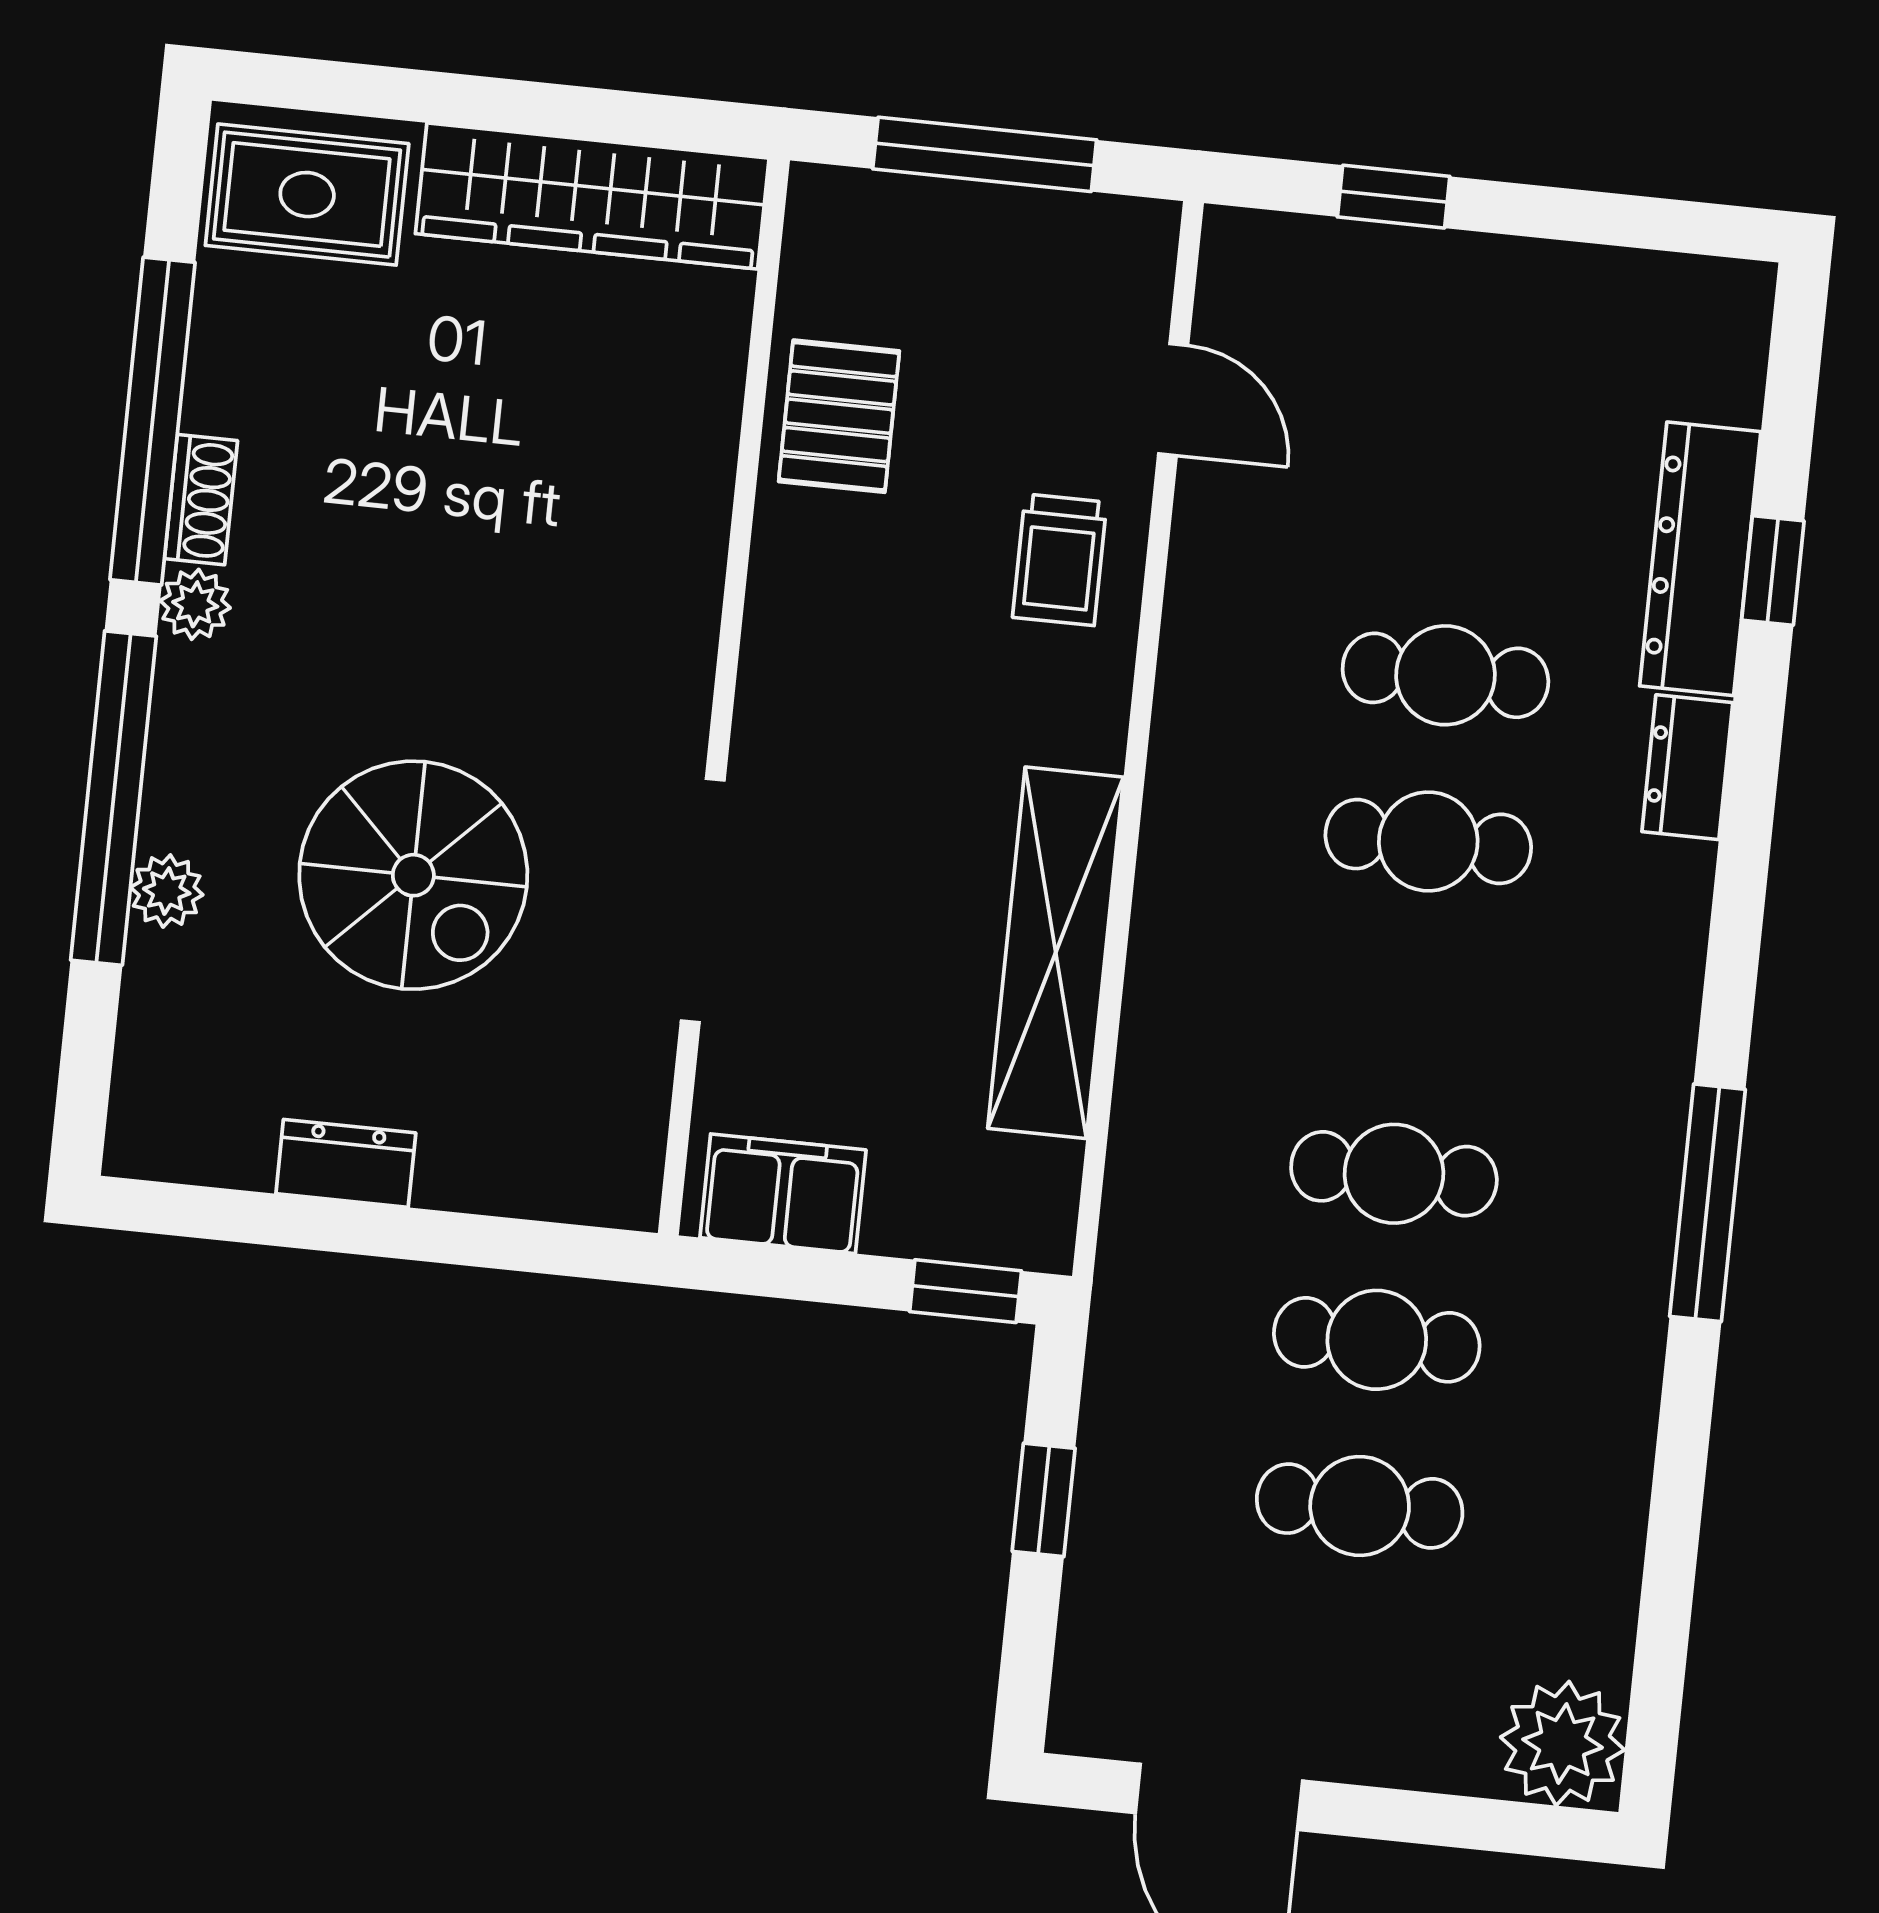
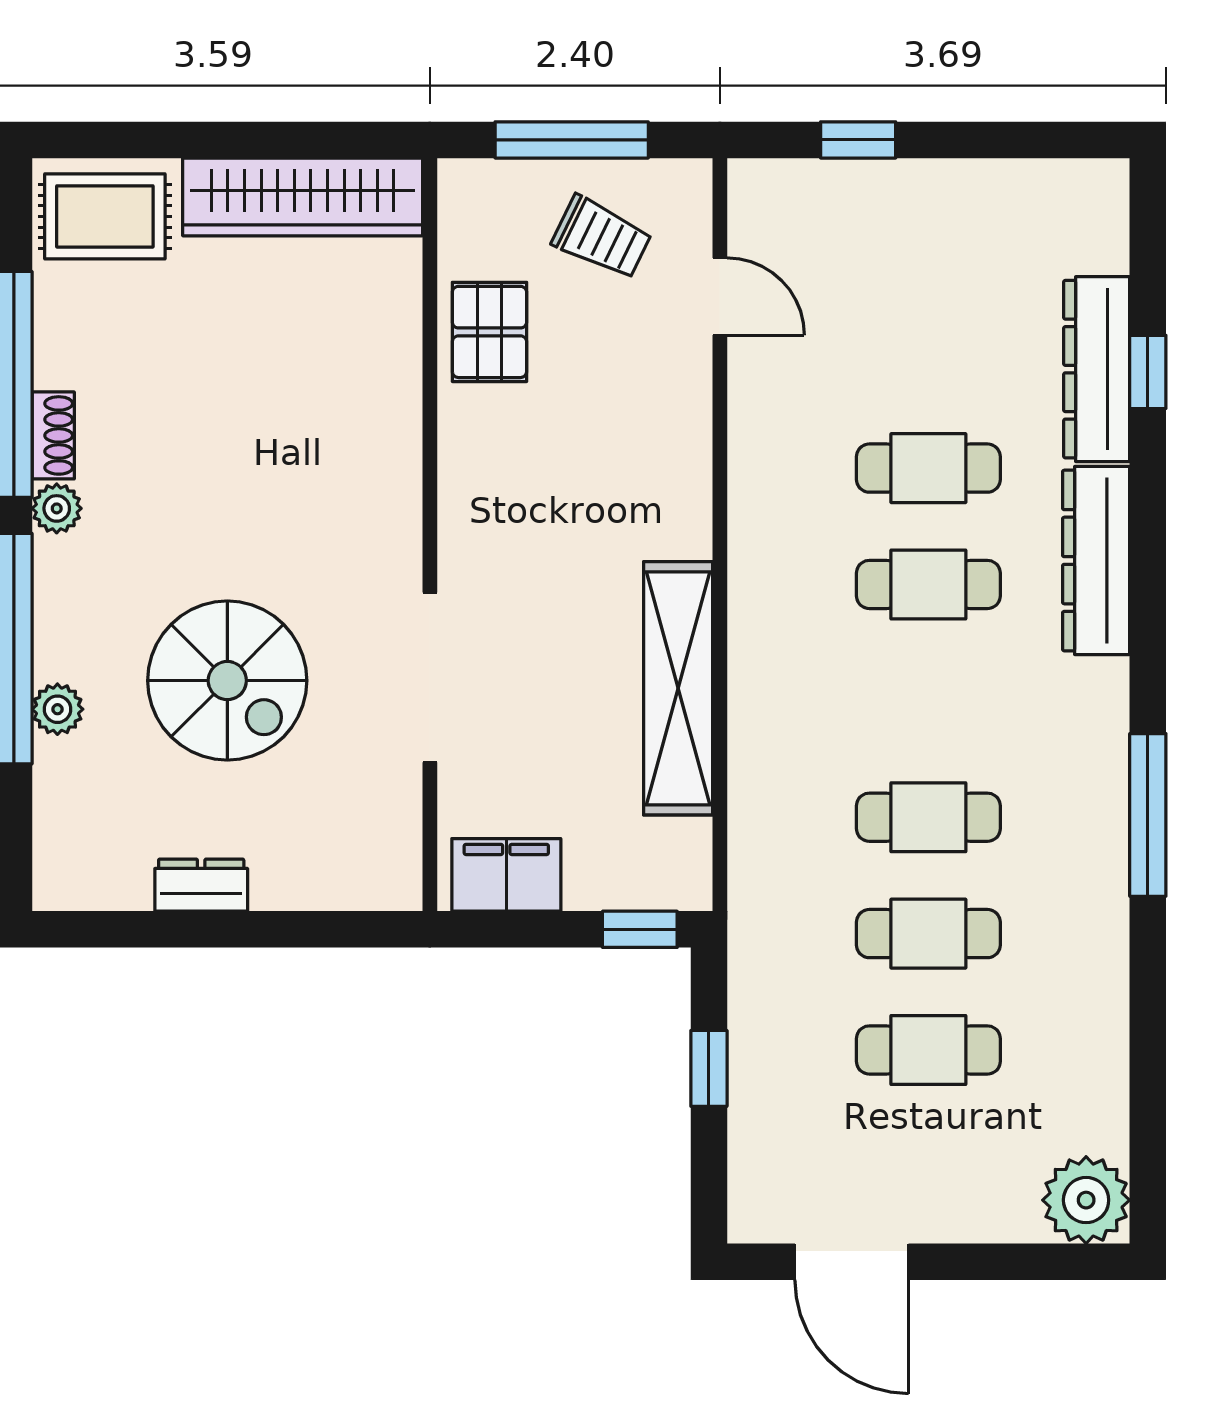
trolley: (1060, 560) -> (602, 237), moved, turned -64
dresser: (1687, 767) -> (1096, 561), width x1.96, depth x1.24

